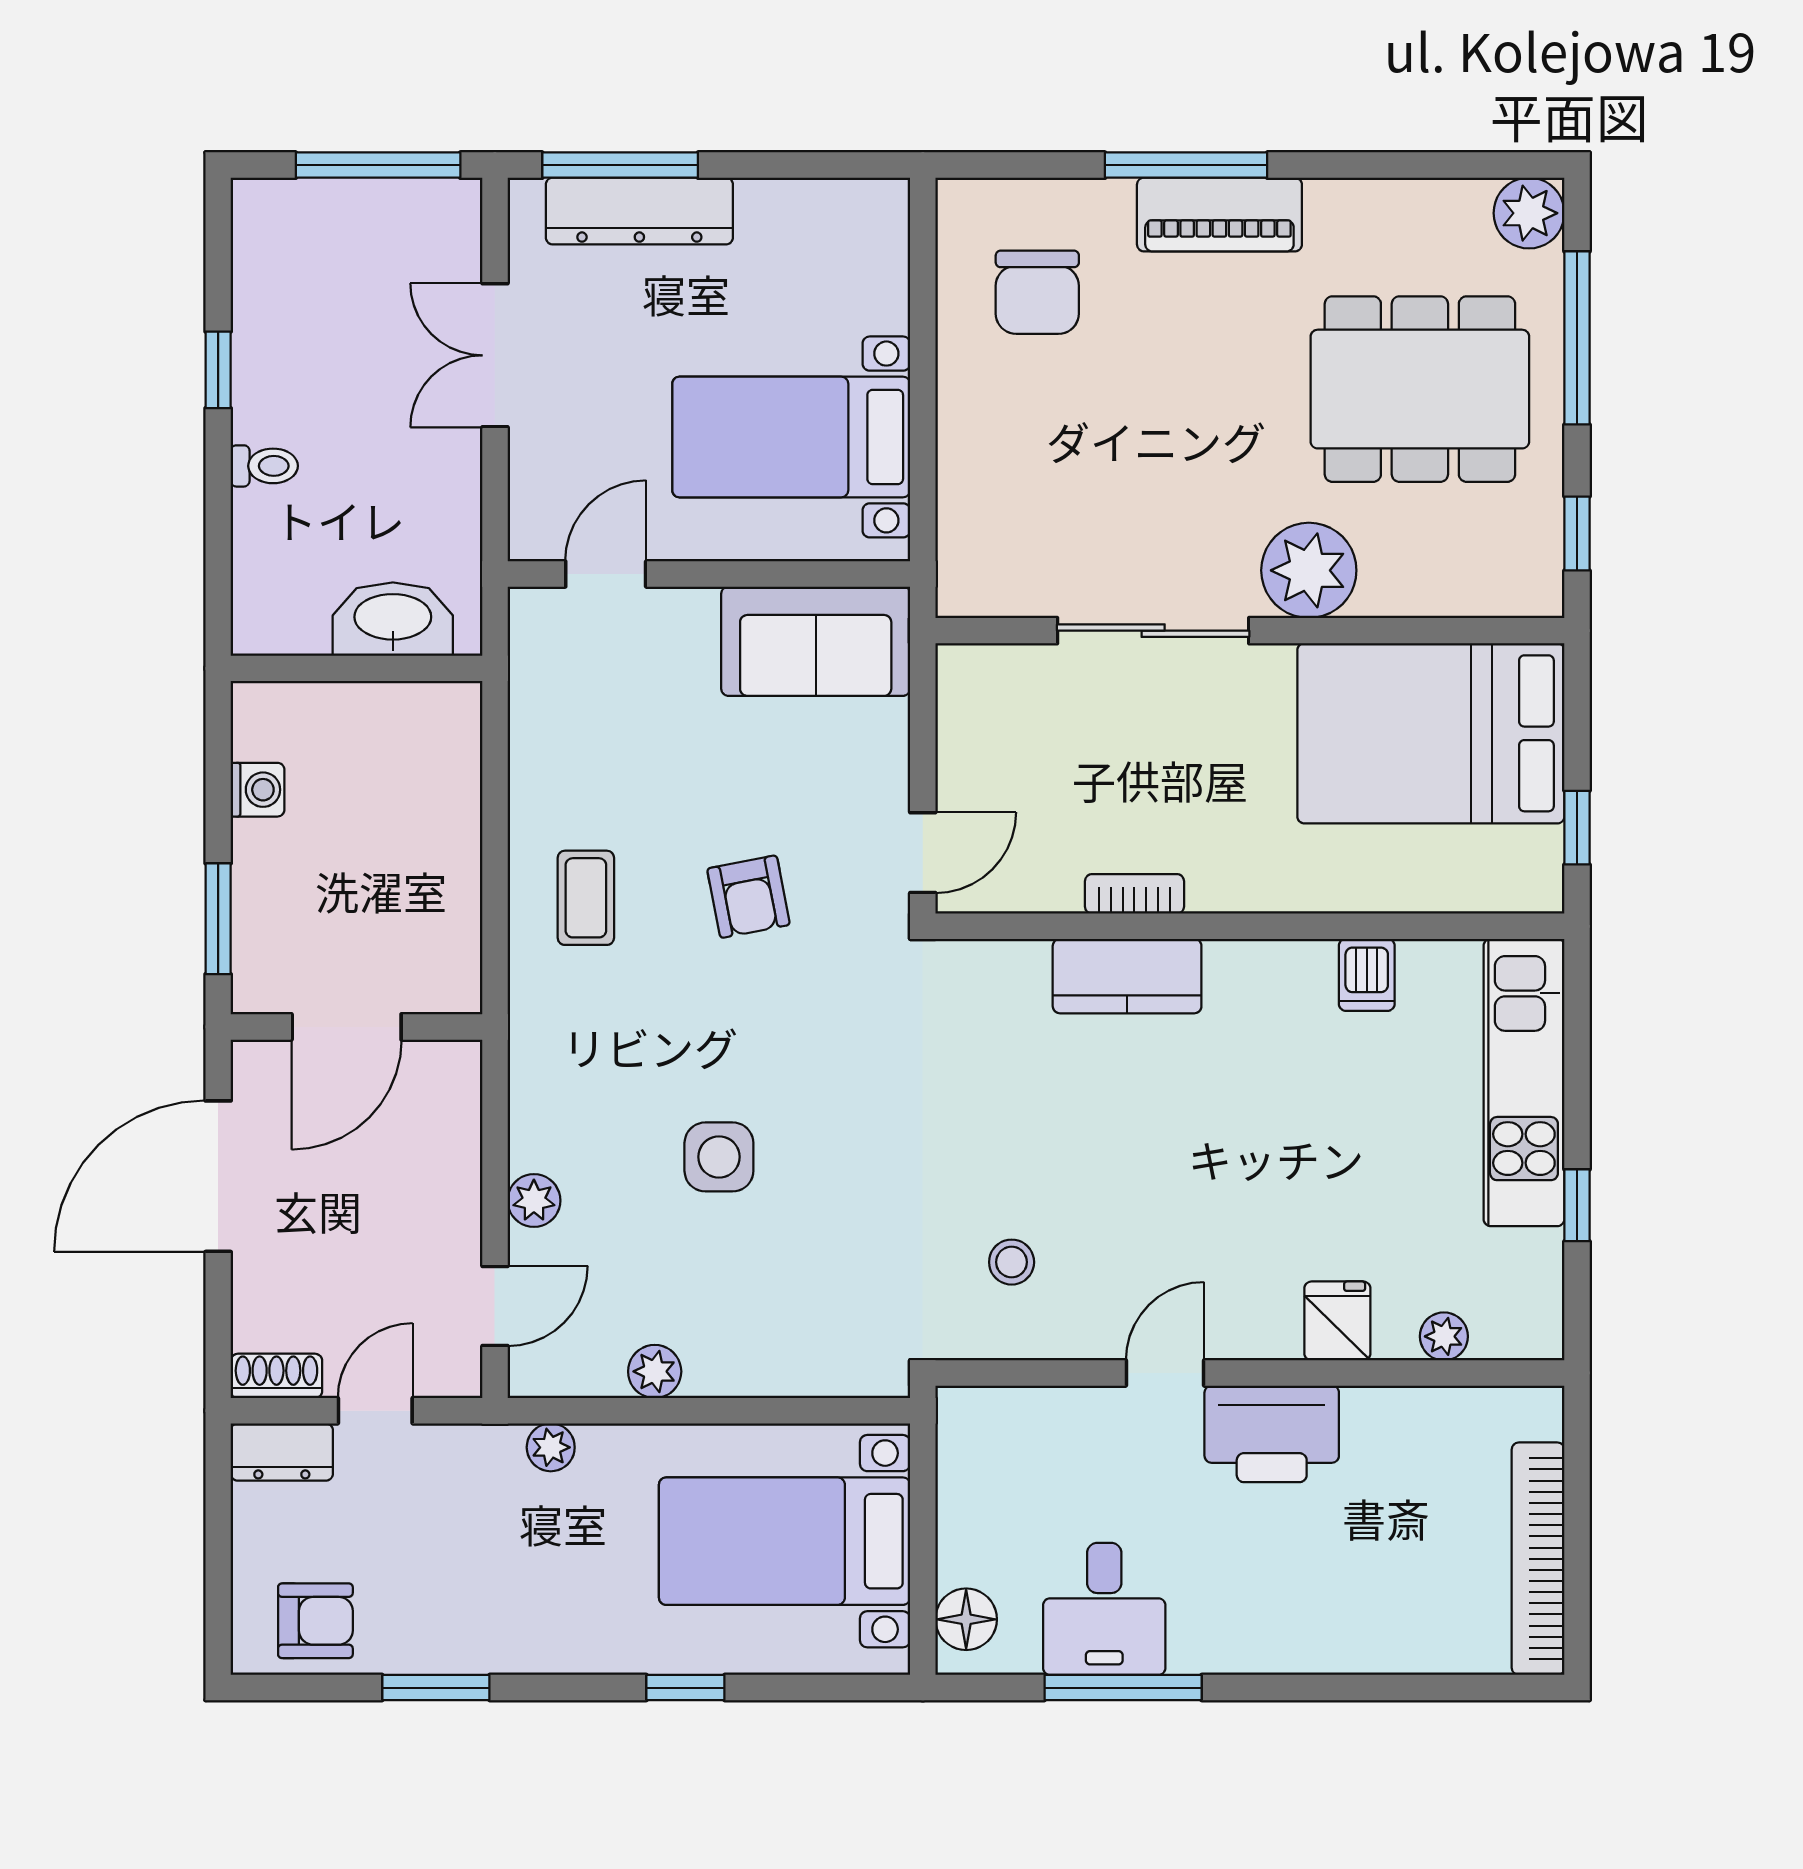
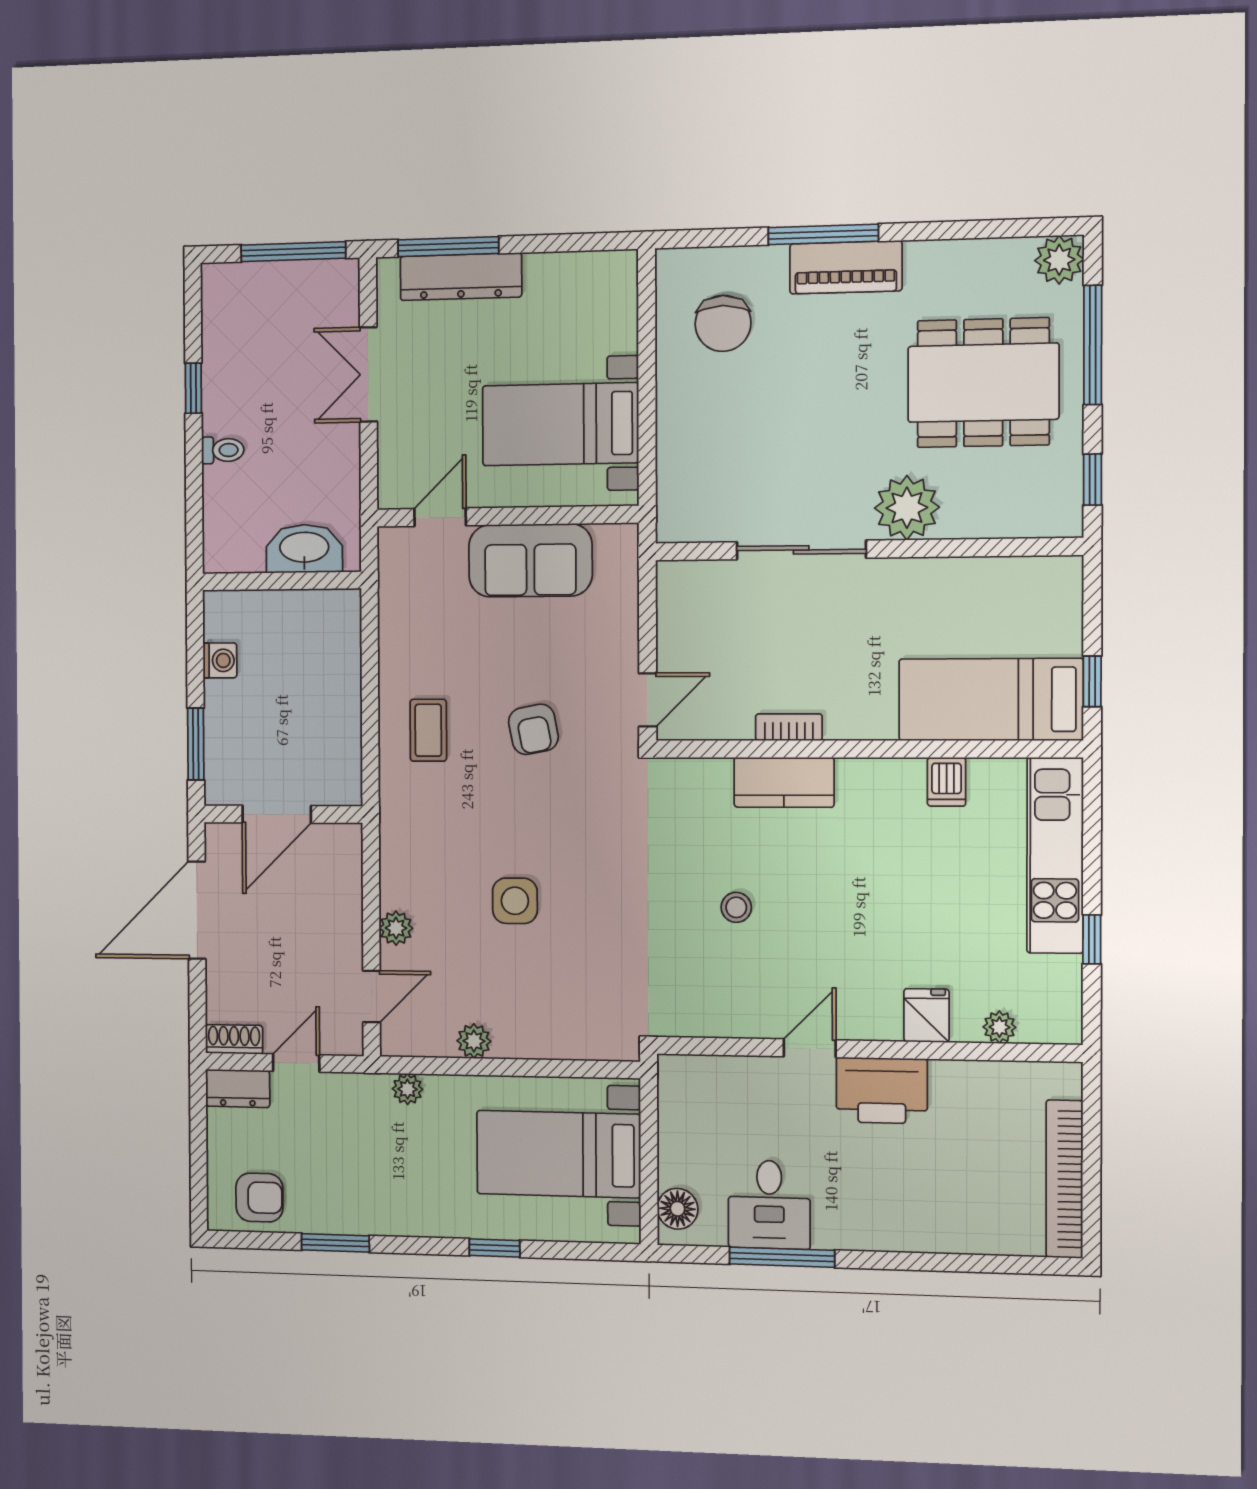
sofa: (816, 641) -> (530, 560), moved
bed: (1431, 733) -> (991, 699), moved, width x0.67
stool: (1012, 1262) -> (736, 907), moved

